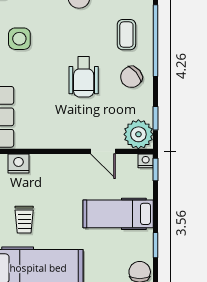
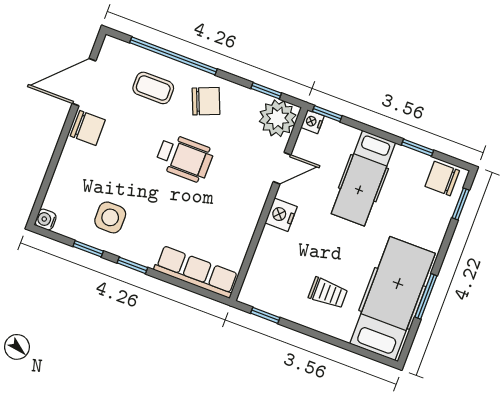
chair: (131, 77) -> (206, 101), turned -72
nightstand: (18, 163) -> (281, 215), moved

